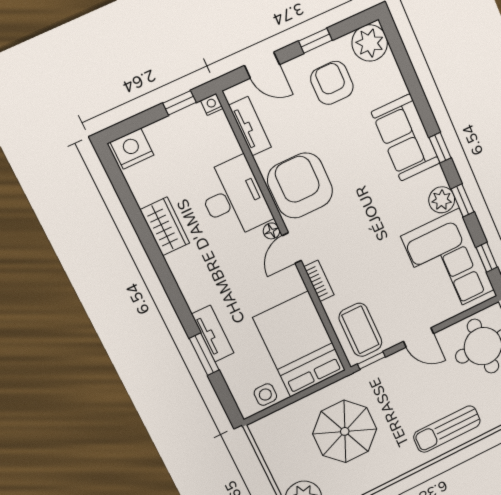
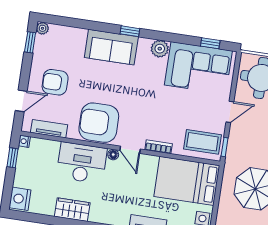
window: (315, 41) -> (30, 42), moved
plant: (370, 43) -> (42, 28), width x0.53, depth x0.53
armchair: (332, 83) -> (55, 82), moved
window: (463, 200) -> (168, 37), removed

